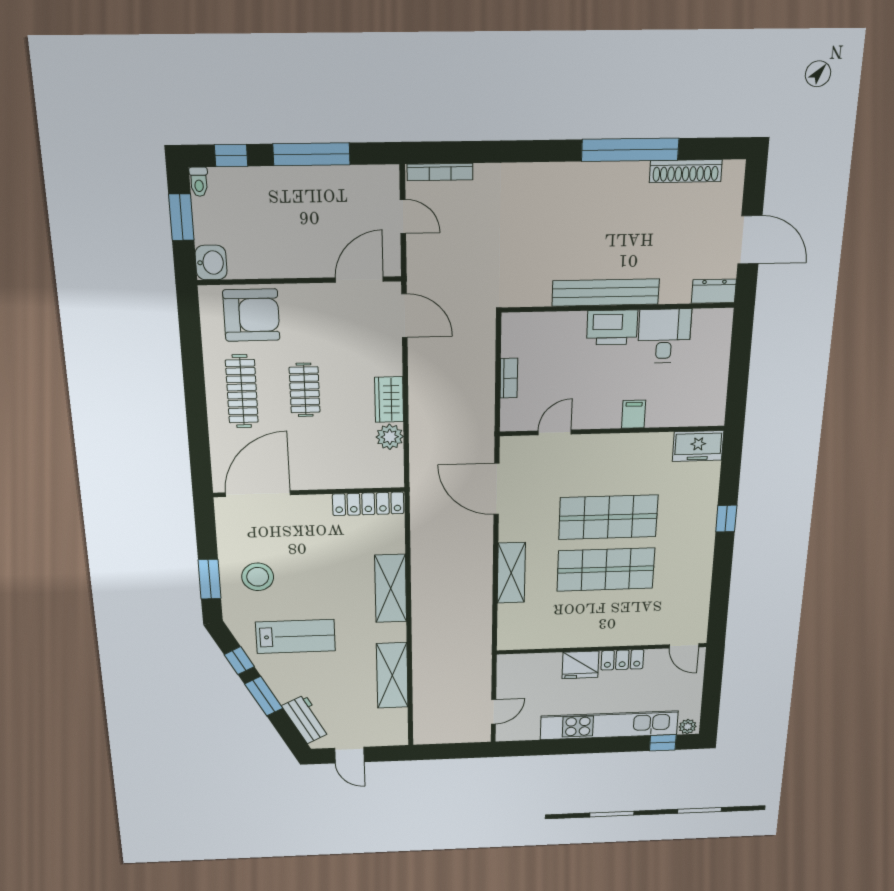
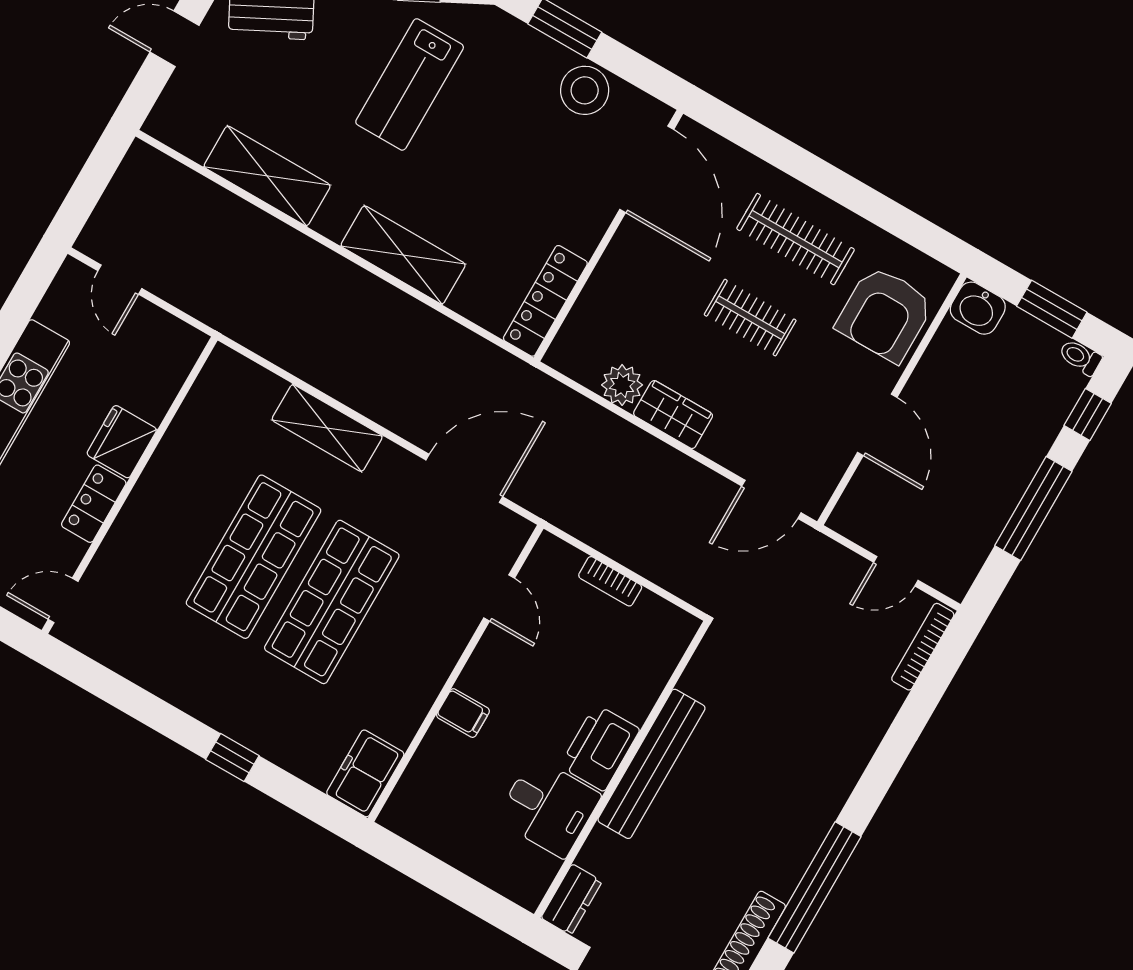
door: (359, 280) -> (877, 425), moved
stool: (258, 577) -> (585, 90), moved

